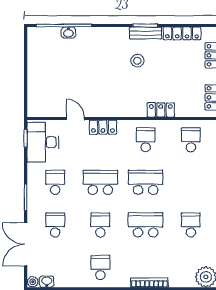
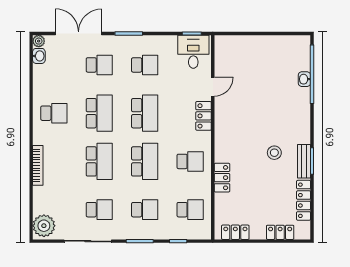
desk: (43, 142) -> (193, 52), width x0.73
school desk: (191, 182) -> (145, 210), added
school desk: (100, 225) -> (99, 113), width x1.85

